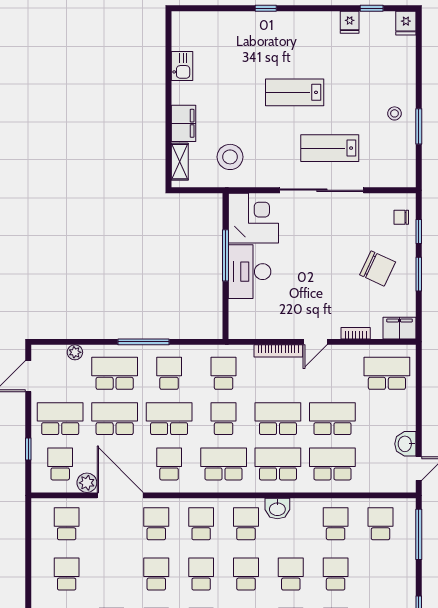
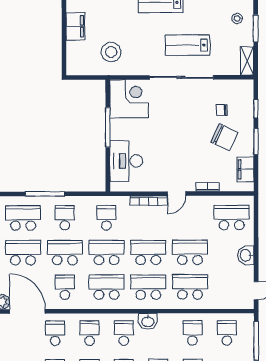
shelving: (180, 162) -> (247, 61), moved
chair: (401, 217) -> (222, 110), moved
desk: (249, 272) -> (126, 161), moved
filing cabinet: (400, 328) -> (245, 169), moved, turned -90
school desk: (224, 419) -> (106, 253), width x1.85
washbasin: (405, 444) -> (246, 255), moved

